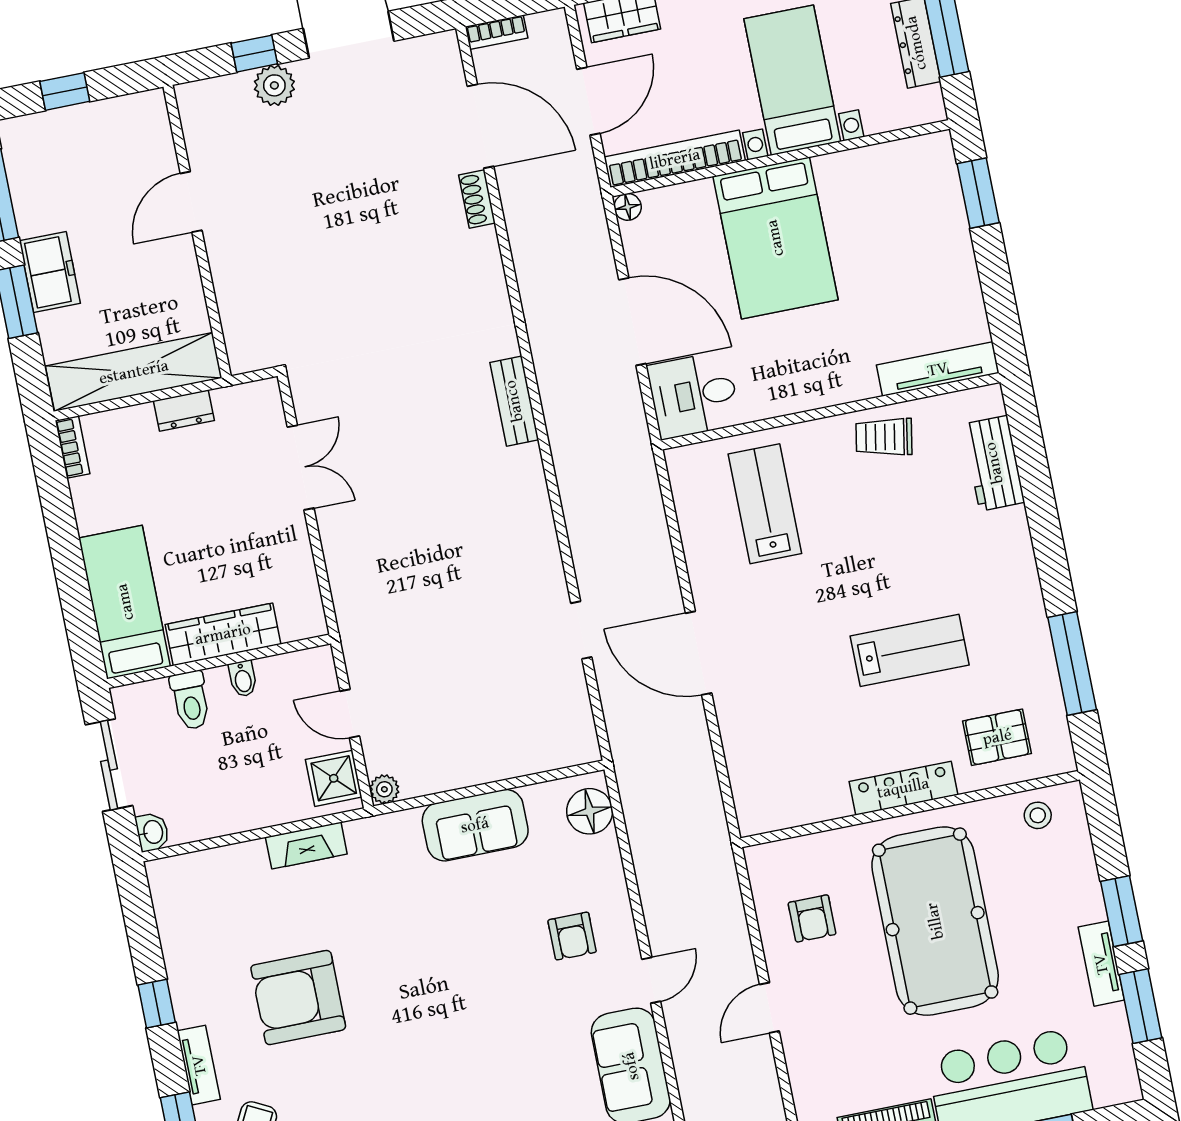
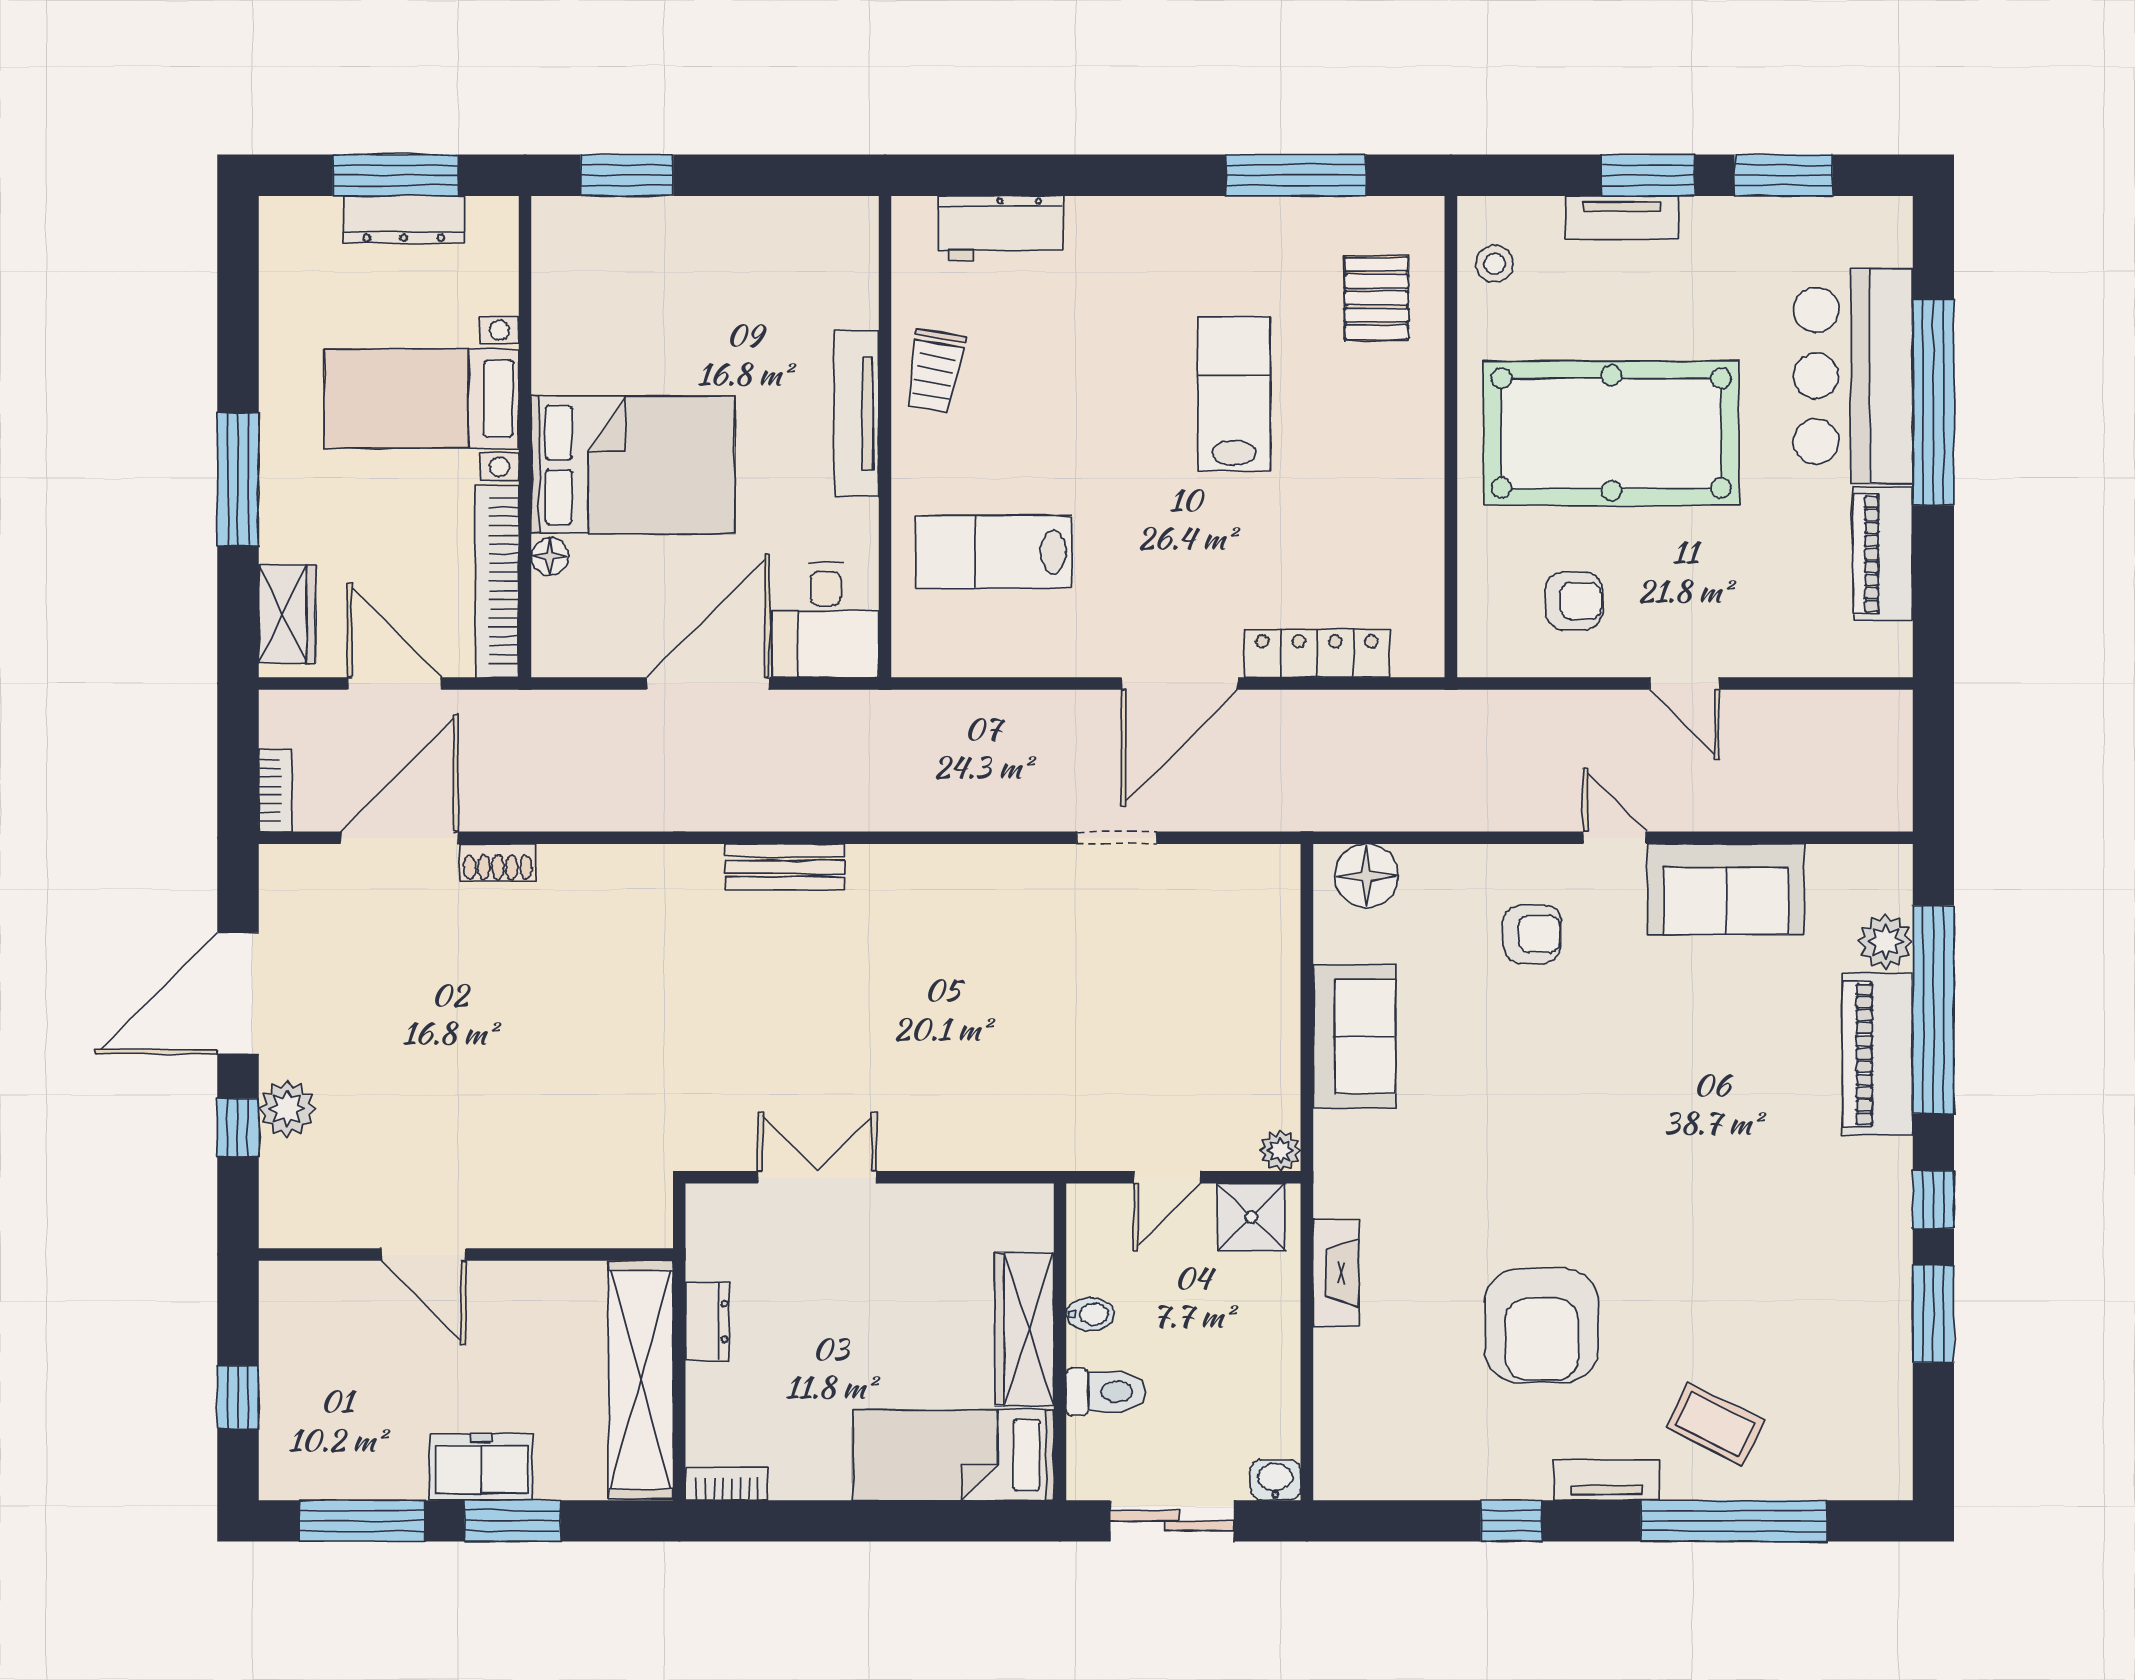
floor lamp: (628, 207) -> (550, 556), moved
tv unit: (938, 369) -> (856, 414), moved
locker: (903, 788) -> (1317, 653), moved, turned 90
tv unit: (1101, 964) -> (1622, 217), moved

